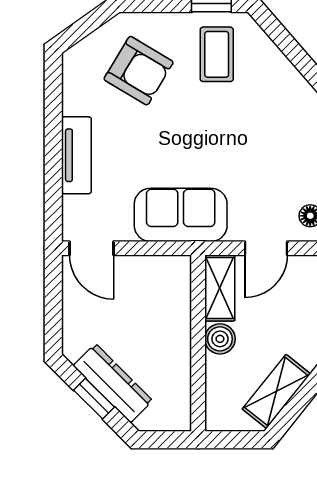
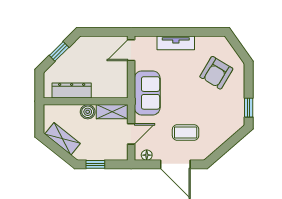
coffee table: (217, 54) -> (186, 133), moved
door: (266, 248) -> (131, 134), swing flipped
dresser: (113, 383) -> (72, 90), moved, turned -135

